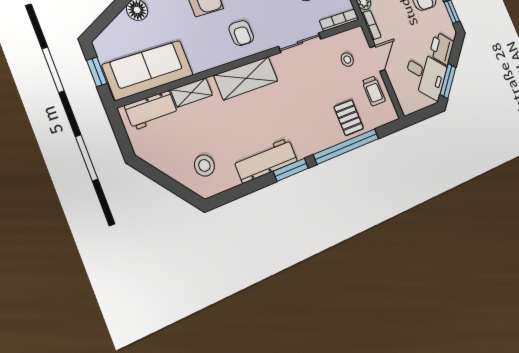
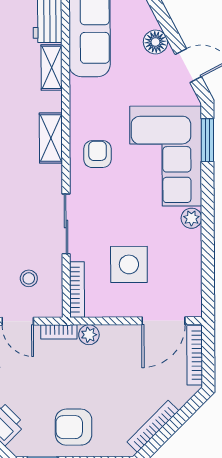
armchair: (241, 33) -> (98, 154), turned 90
shelving: (246, 78) -> (51, 138), width x0.67, depth x0.75

